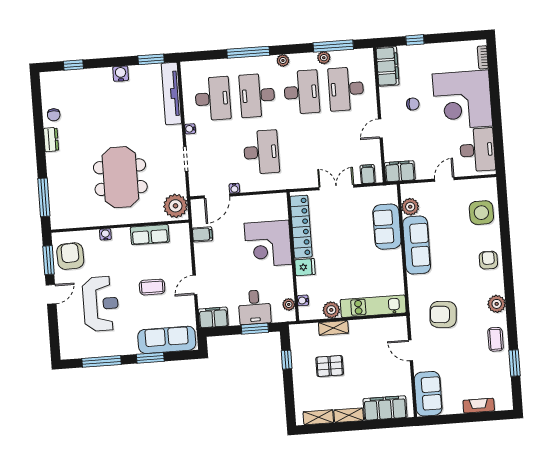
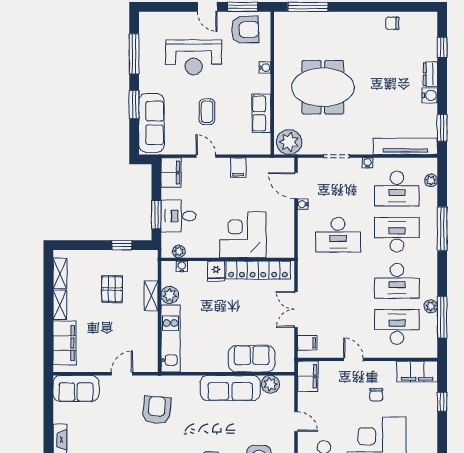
plant: (283, 60) -> (431, 180), moved
dresser: (51, 140) -> (430, 74), moved, turned 90
double door: (336, 187) -> (296, 309), swing flipped
filing cabinet: (202, 234) -> (238, 168), moved

